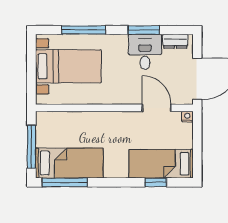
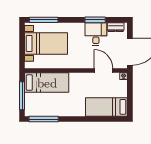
window: (84, 30) -> (44, 20), moved
bed: (69, 163) -> (47, 83), moved
window: (156, 182) -> (103, 119), removed

